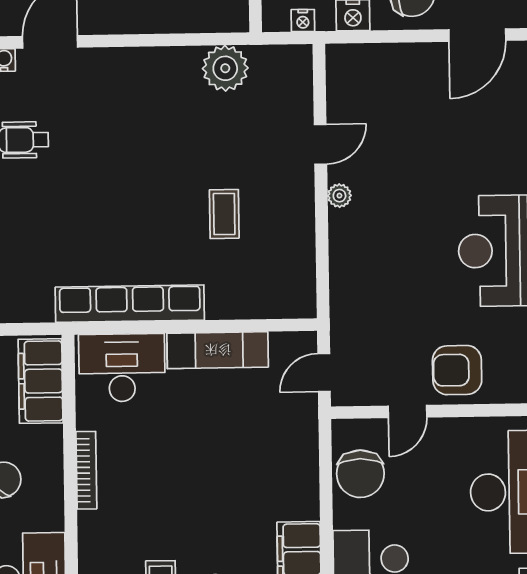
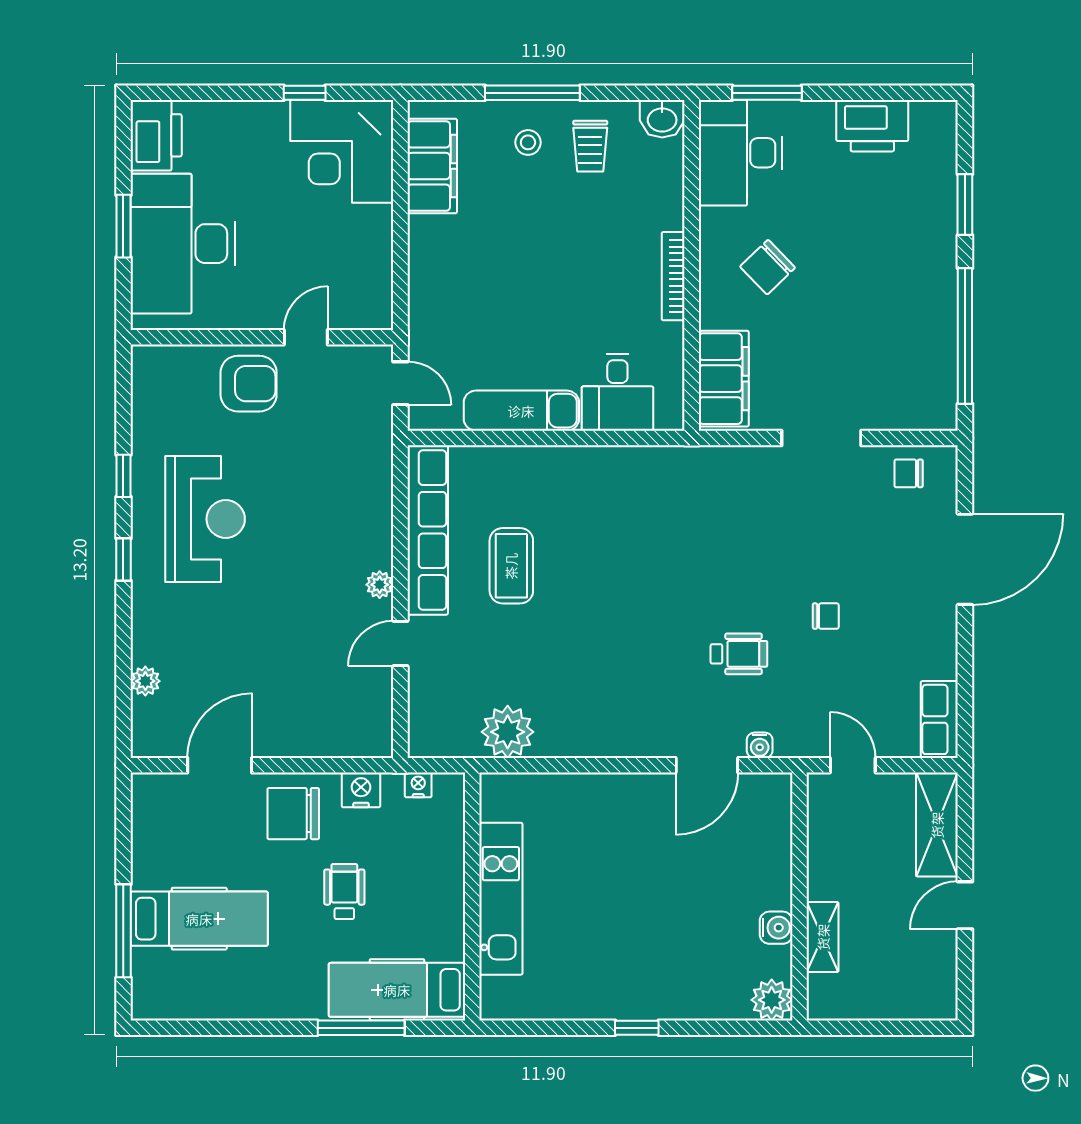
coffee table: (224, 214) -> (511, 566), width x1.36, depth x1.30
row of seats: (130, 304) -> (428, 530), moved, turned -90
desk: (122, 368) -> (617, 392), width x0.73
door: (324, 373) -> (400, 383), hinge flipped
chair: (360, 474) -> (361, 267), removed

